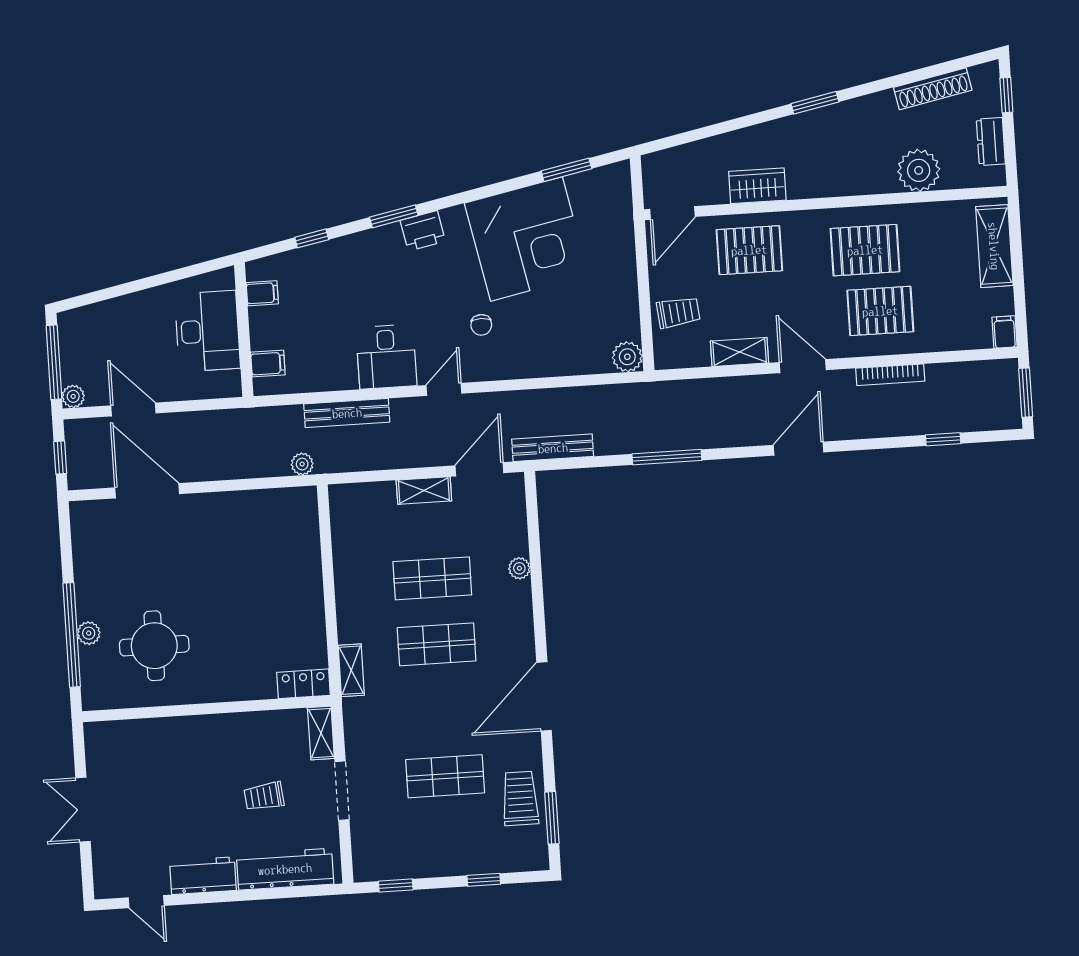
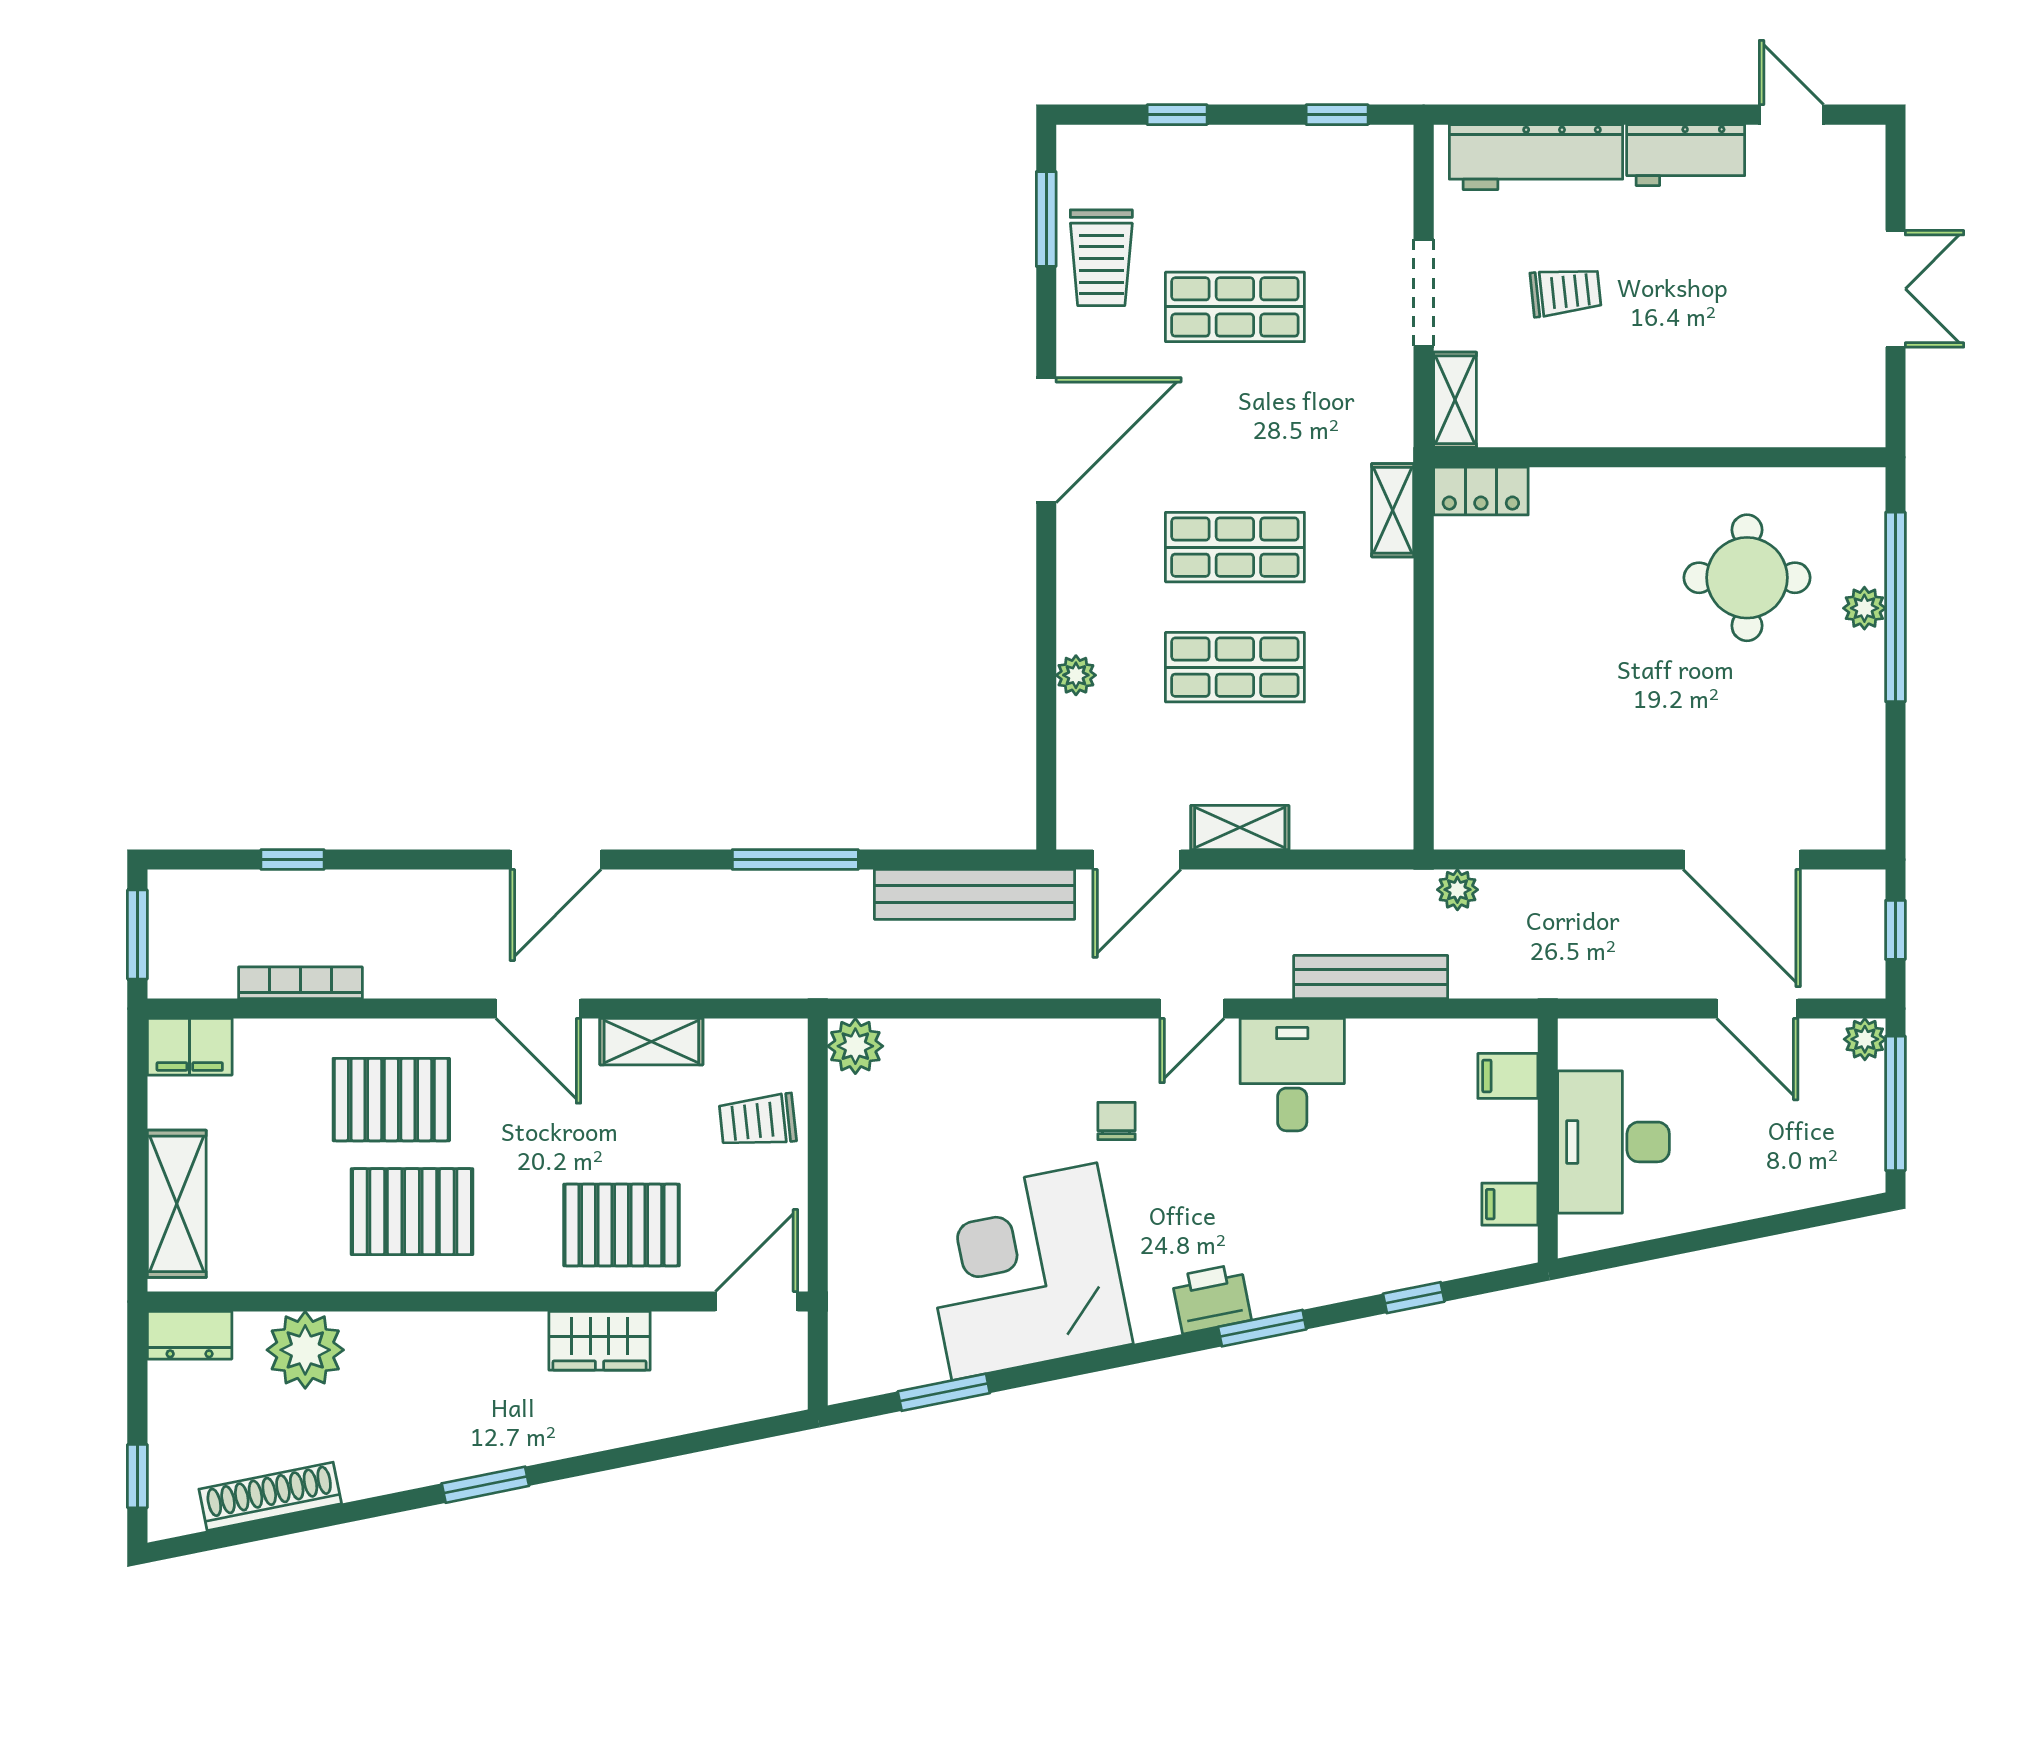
dresser: (991, 142) -> (190, 1335), moved, turned 90
filing cabinet: (1005, 332) -> (190, 1047), width x2.00
bookcase: (890, 375) -> (300, 983), moved
bench: (553, 448) -> (975, 894), width x1.37, depth x1.21

